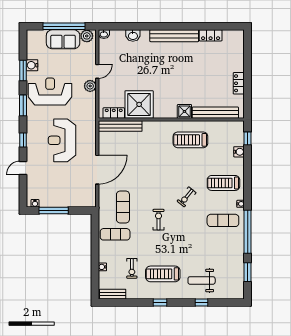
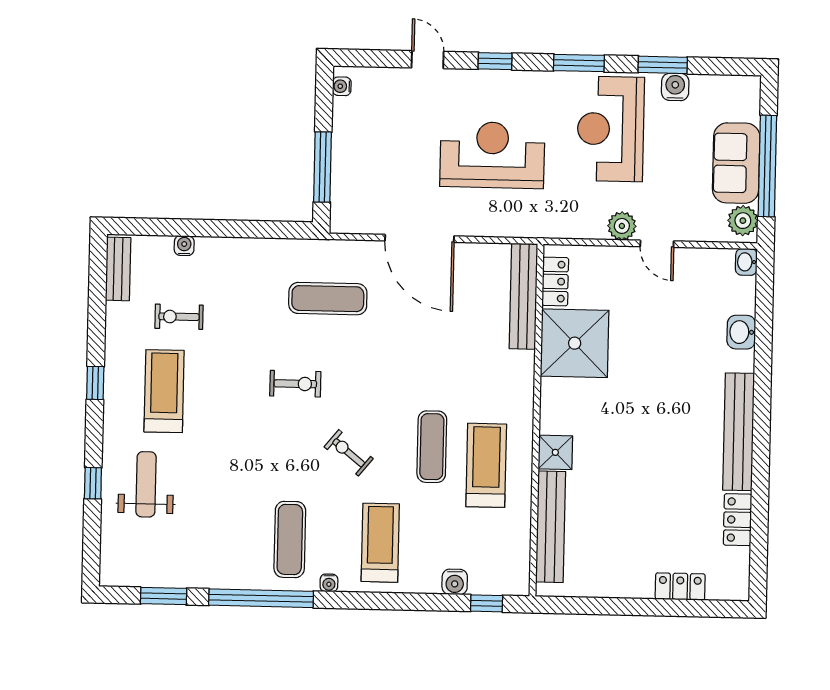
locker: (239, 83) -> (680, 586), moved
reception desk: (50, 92) -> (611, 129), turned 180
window: (54, 210) -> (323, 167), moved
exercise mat: (115, 234) -> (432, 447), moved

